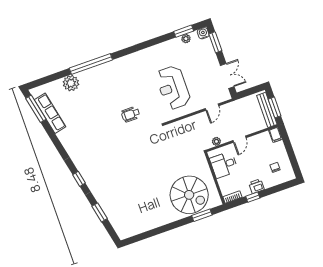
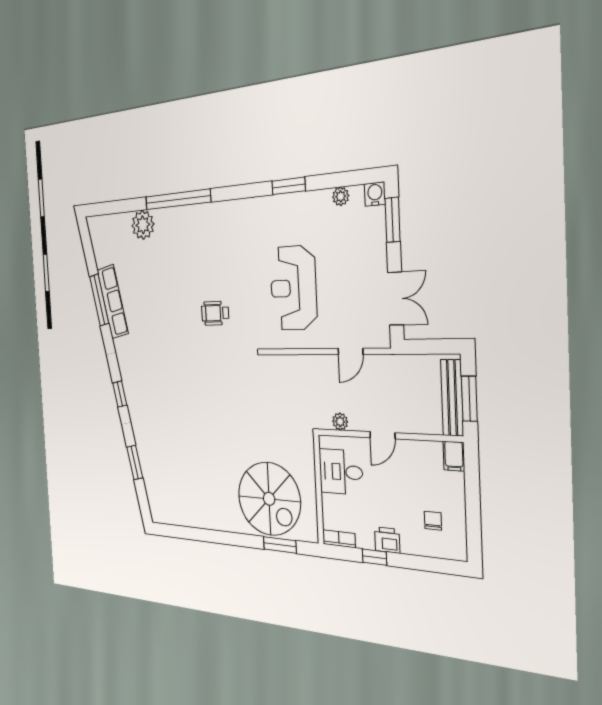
window: (184, 31) -> (289, 186), moved
window: (36, 109) -> (99, 300), moved
row of seats: (50, 113) -> (113, 302), moved

